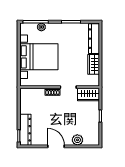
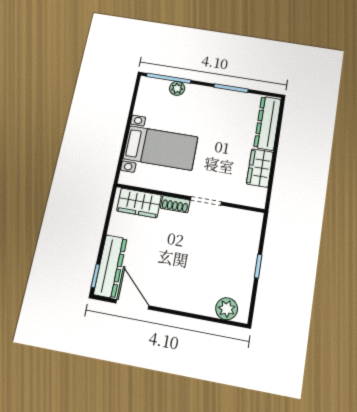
bed with nightstands: (39, 57) -> (160, 148), width x0.73
wardrobe: (88, 94) -> (139, 203), moved
plant: (77, 140) -> (227, 309), moved
door: (56, 146) -> (132, 304), moved

